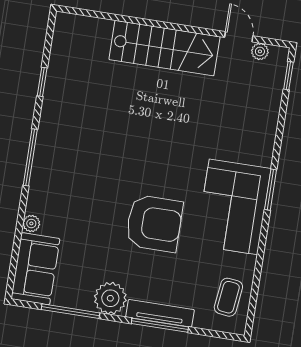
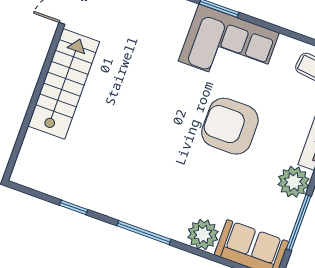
plant: (31, 223) -> (203, 234), width x1.88, depth x1.88
armchair: (154, 223) -> (230, 126), turned -90

